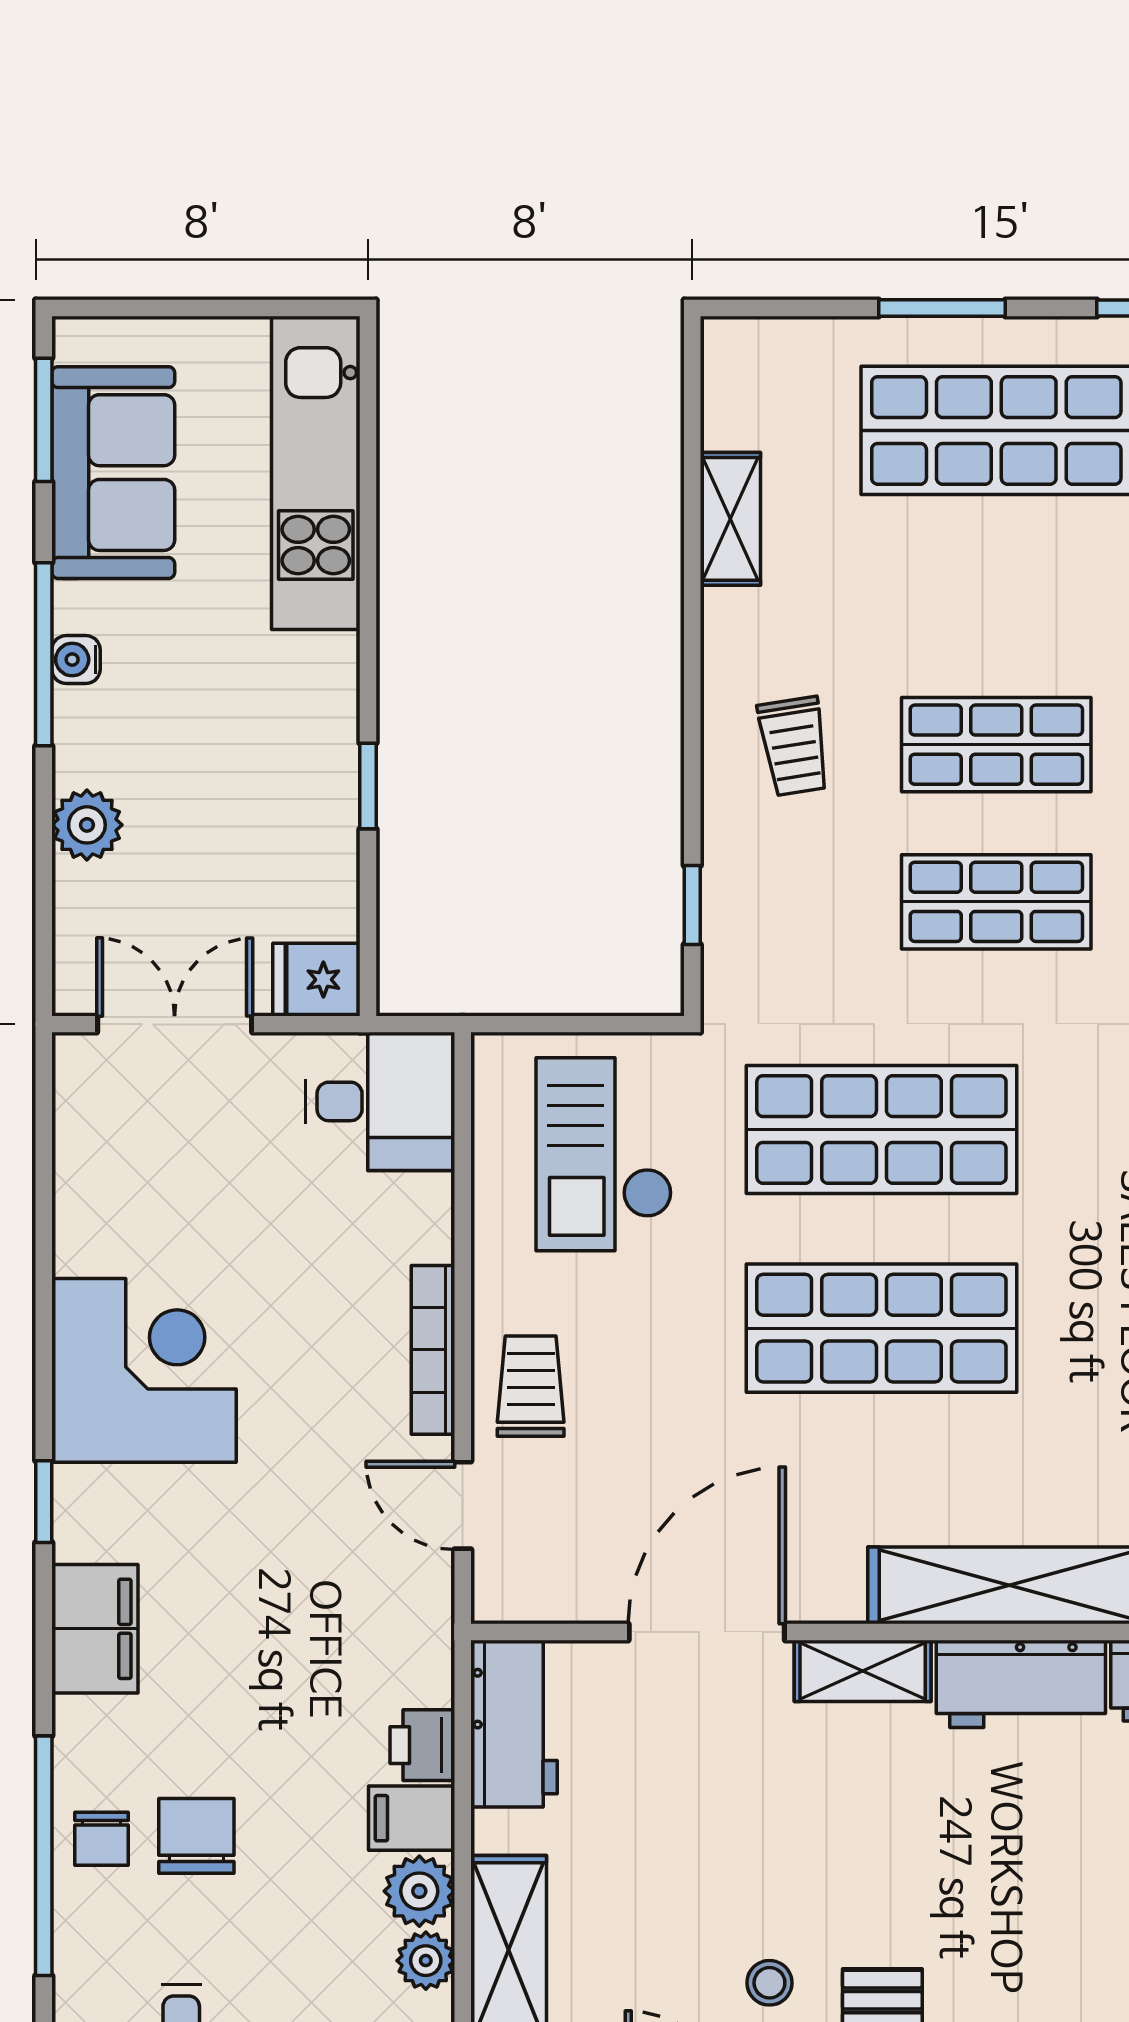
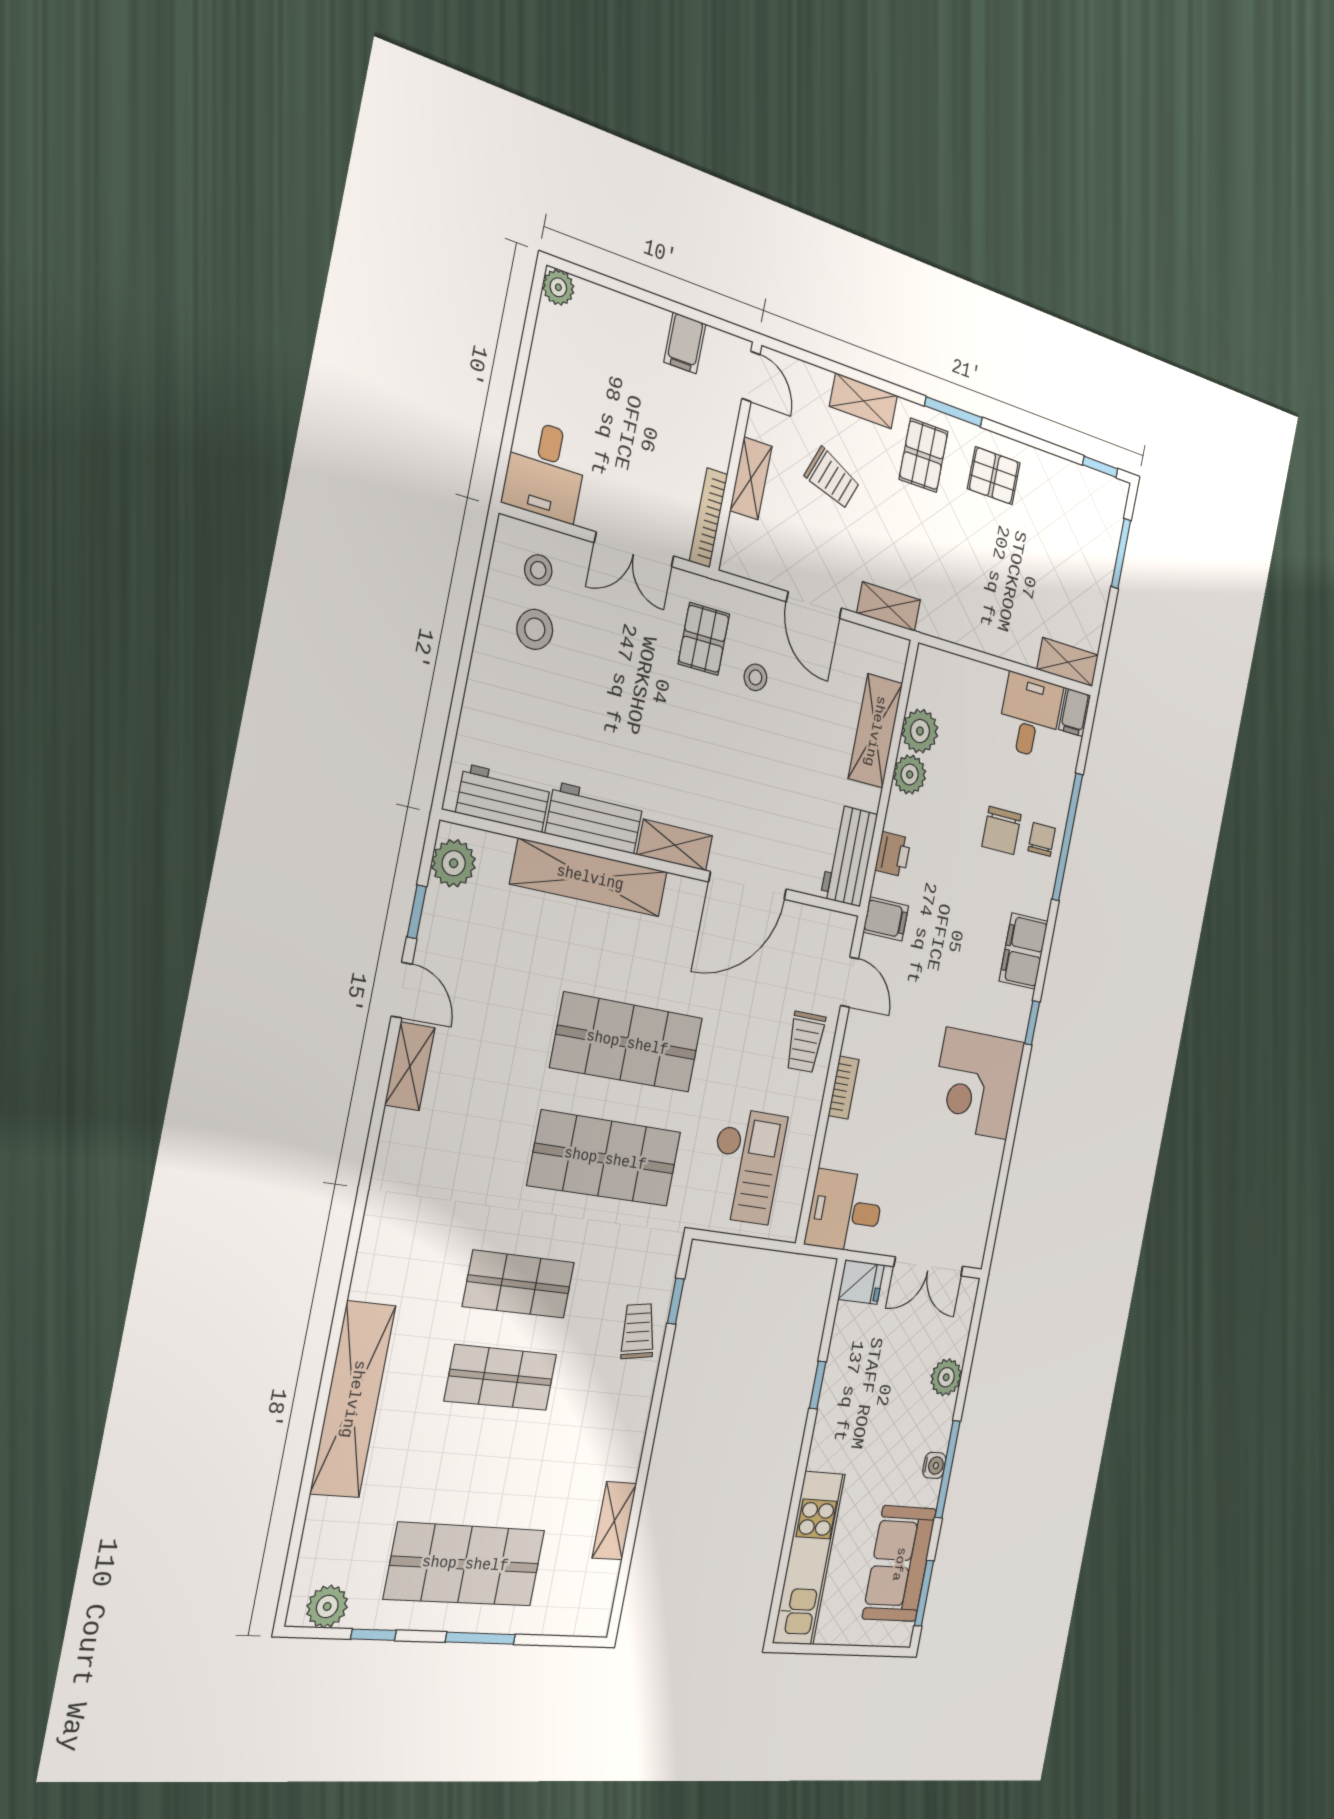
trolley: (794, 746) -> (638, 1331), moved
bookcase: (433, 1350) -> (844, 1088), width x0.64
filing cabinet: (412, 1818) -> (886, 919), moved
plant: (426, 1961) -> (920, 731), width x1.38, depth x1.38

